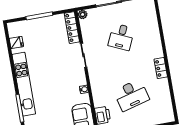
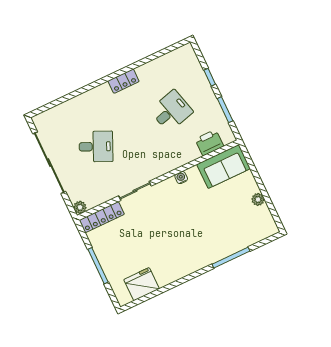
fridge: (16, 43) -> (142, 284), width x1.88, depth x1.34
kitchen unit: (24, 84) -> (197, 261), removed
desk: (131, 95) -> (171, 111), width x0.73

